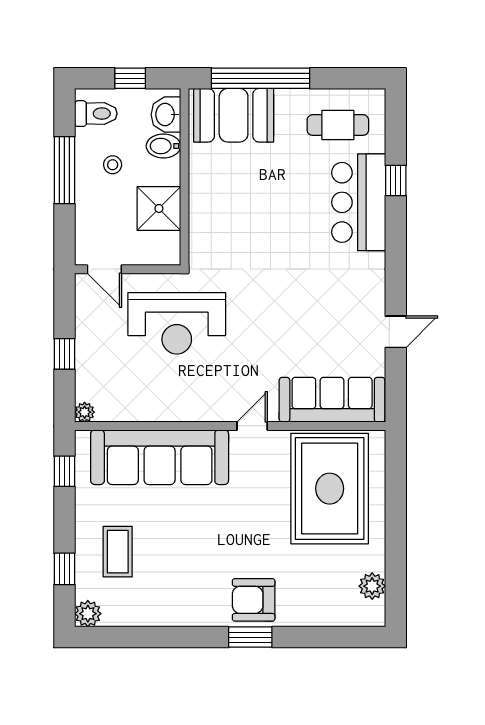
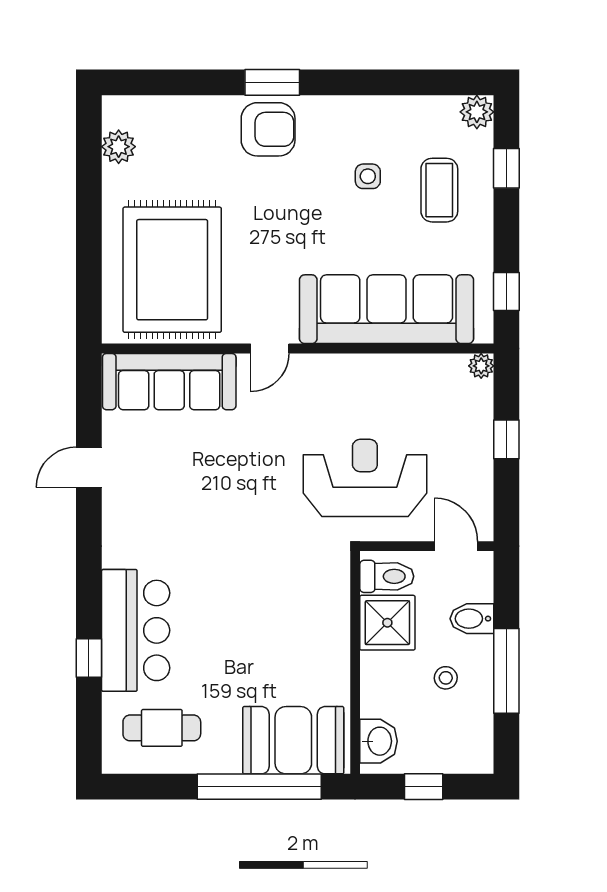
toilet: (96, 114) -> (387, 576), moved, turned 180
bidet: (163, 146) -> (472, 619), moved, turned 180
side table: (174, 563) -> (368, 176), added

